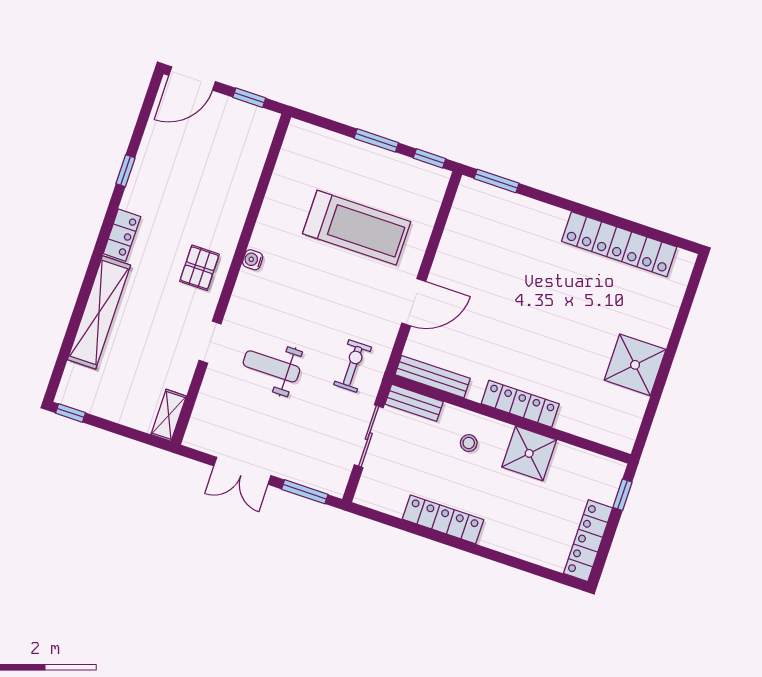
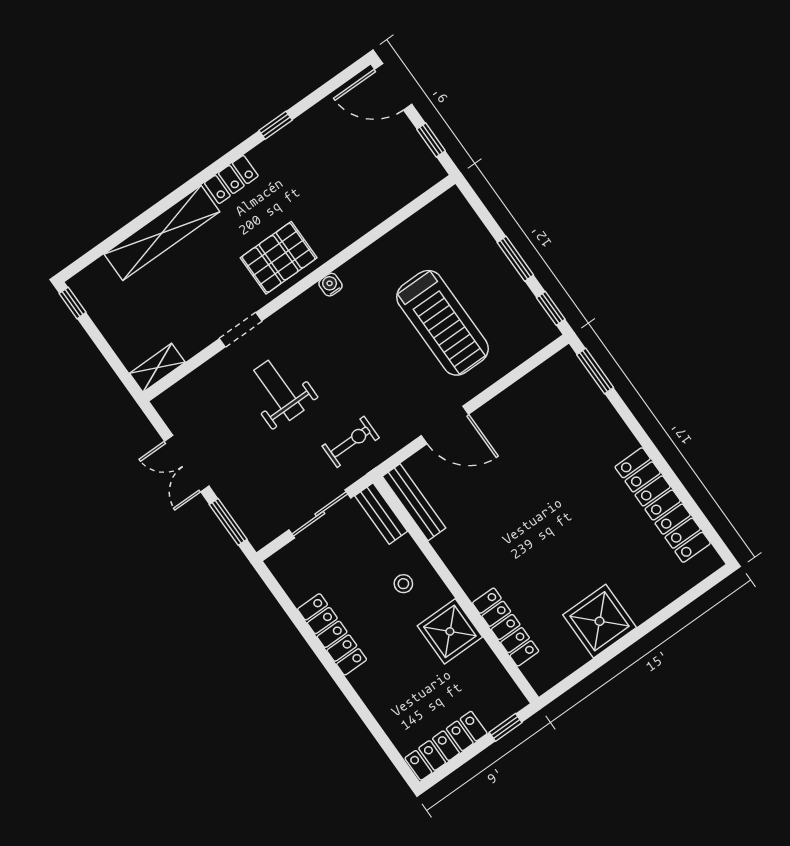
pallet: (199, 268) -> (279, 258), width x1.50, depth x1.42
locker: (520, 404) -> (506, 627), moved

